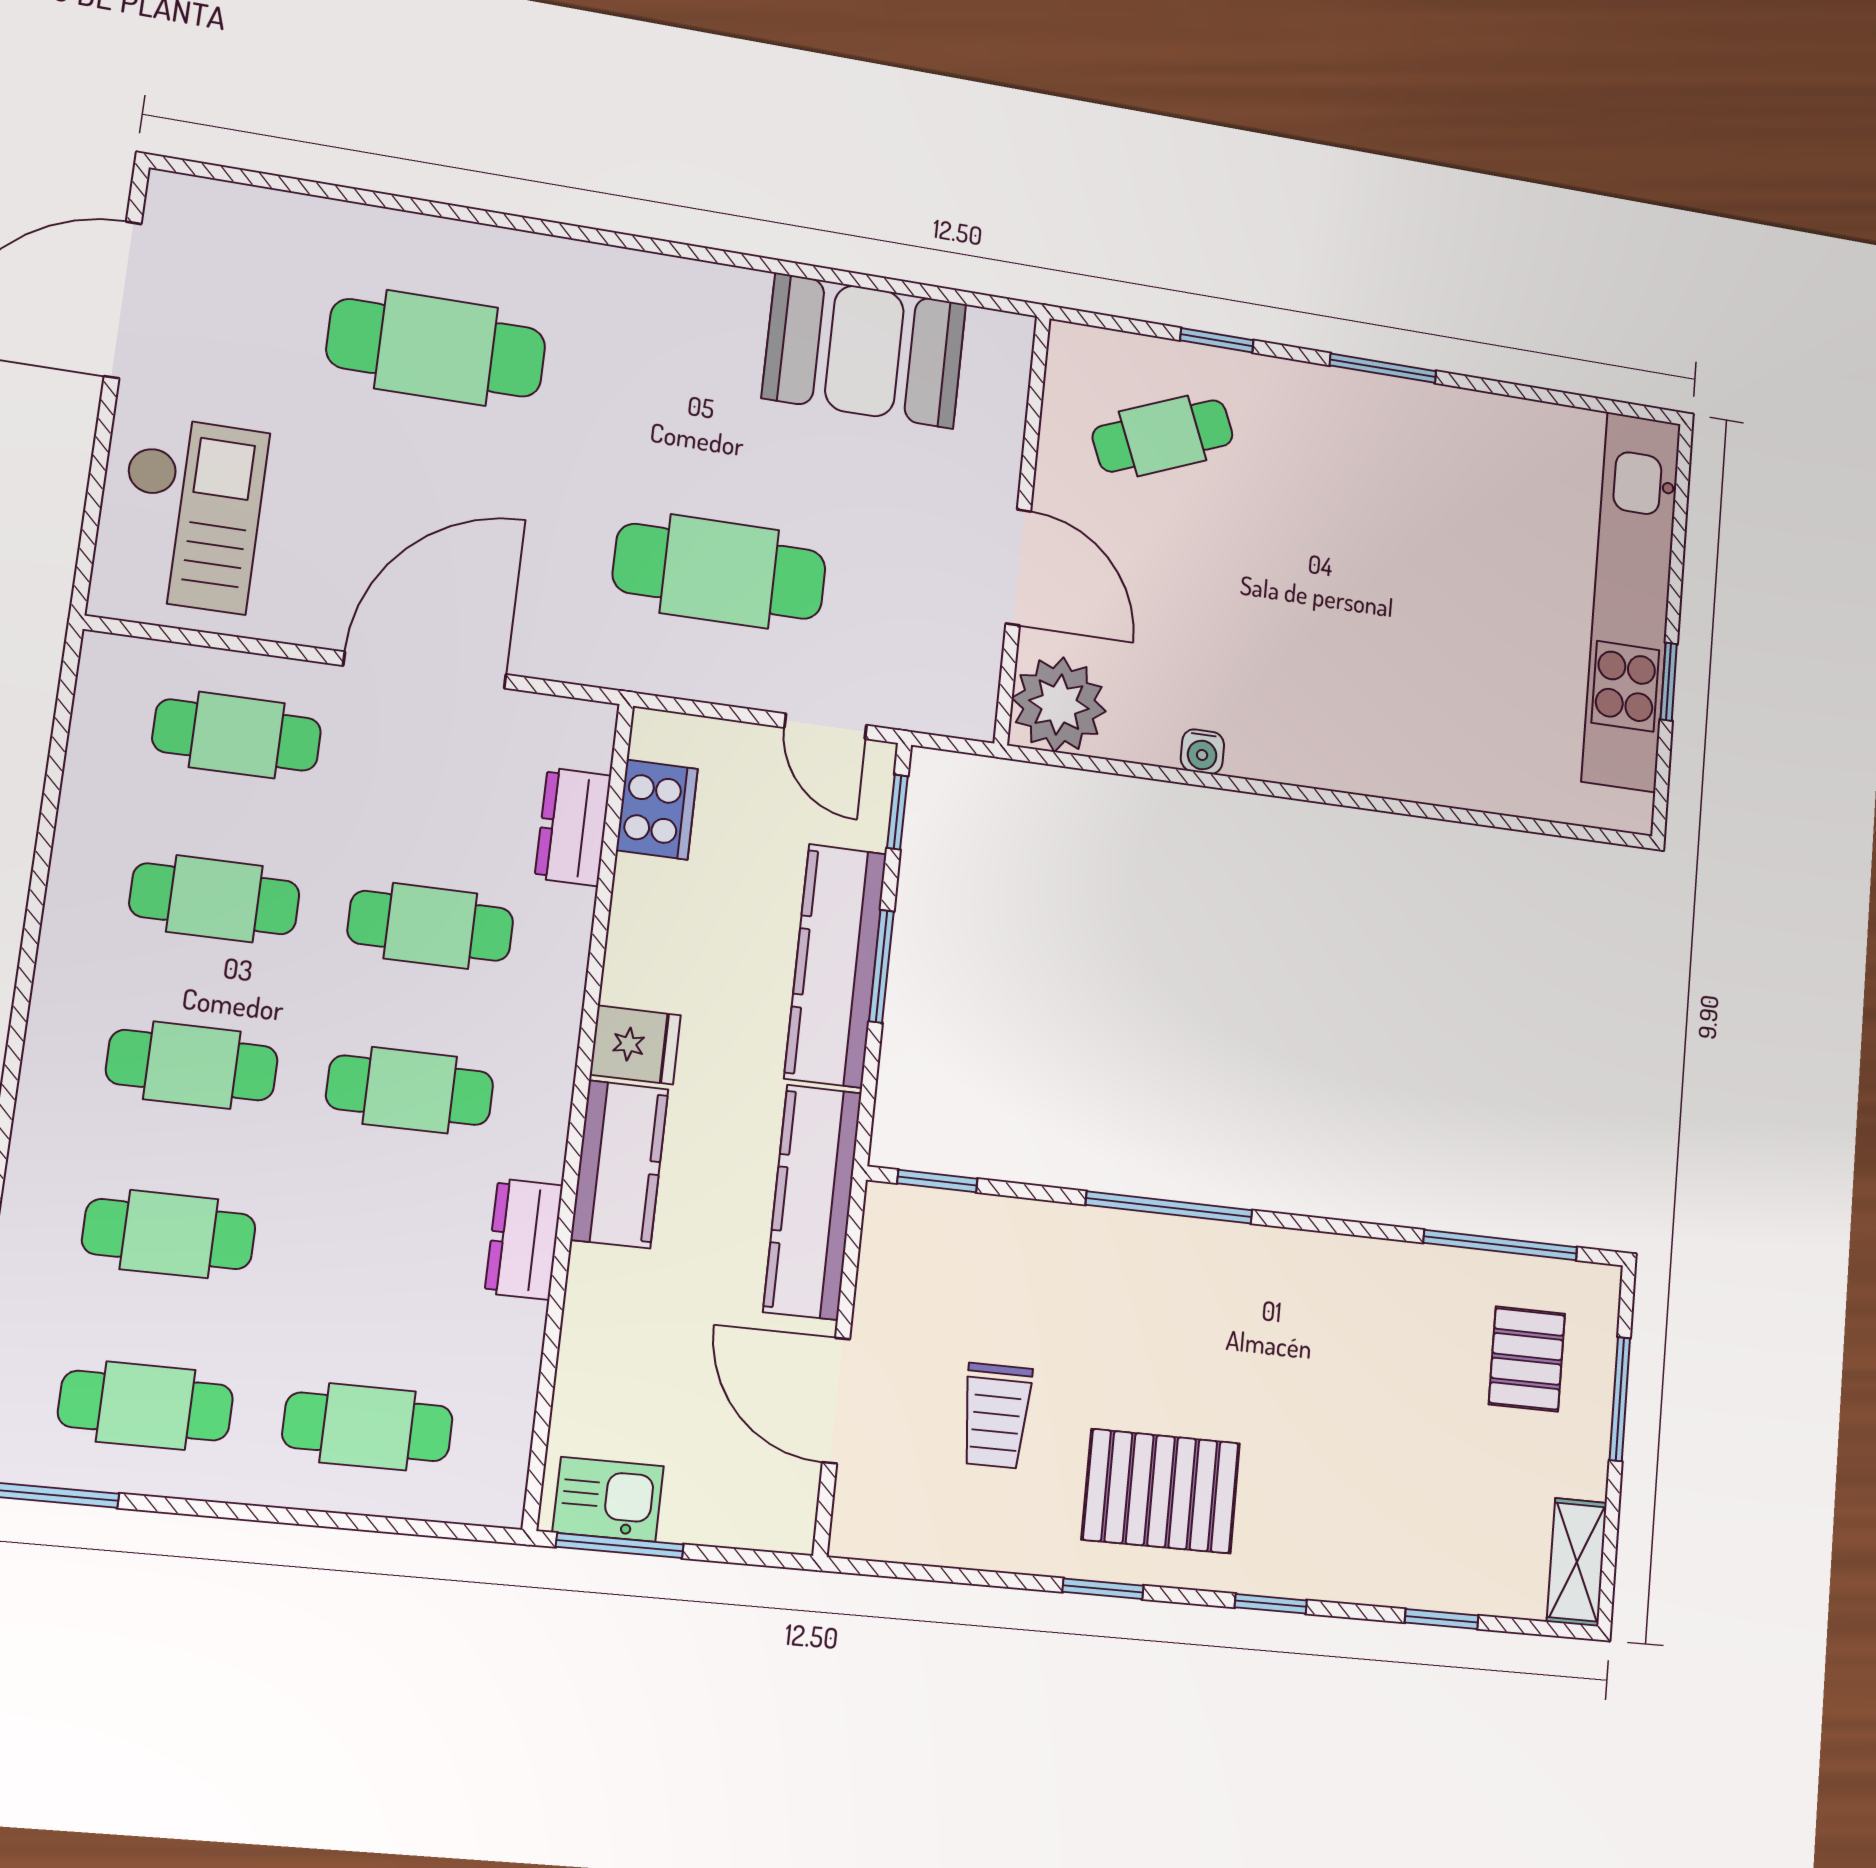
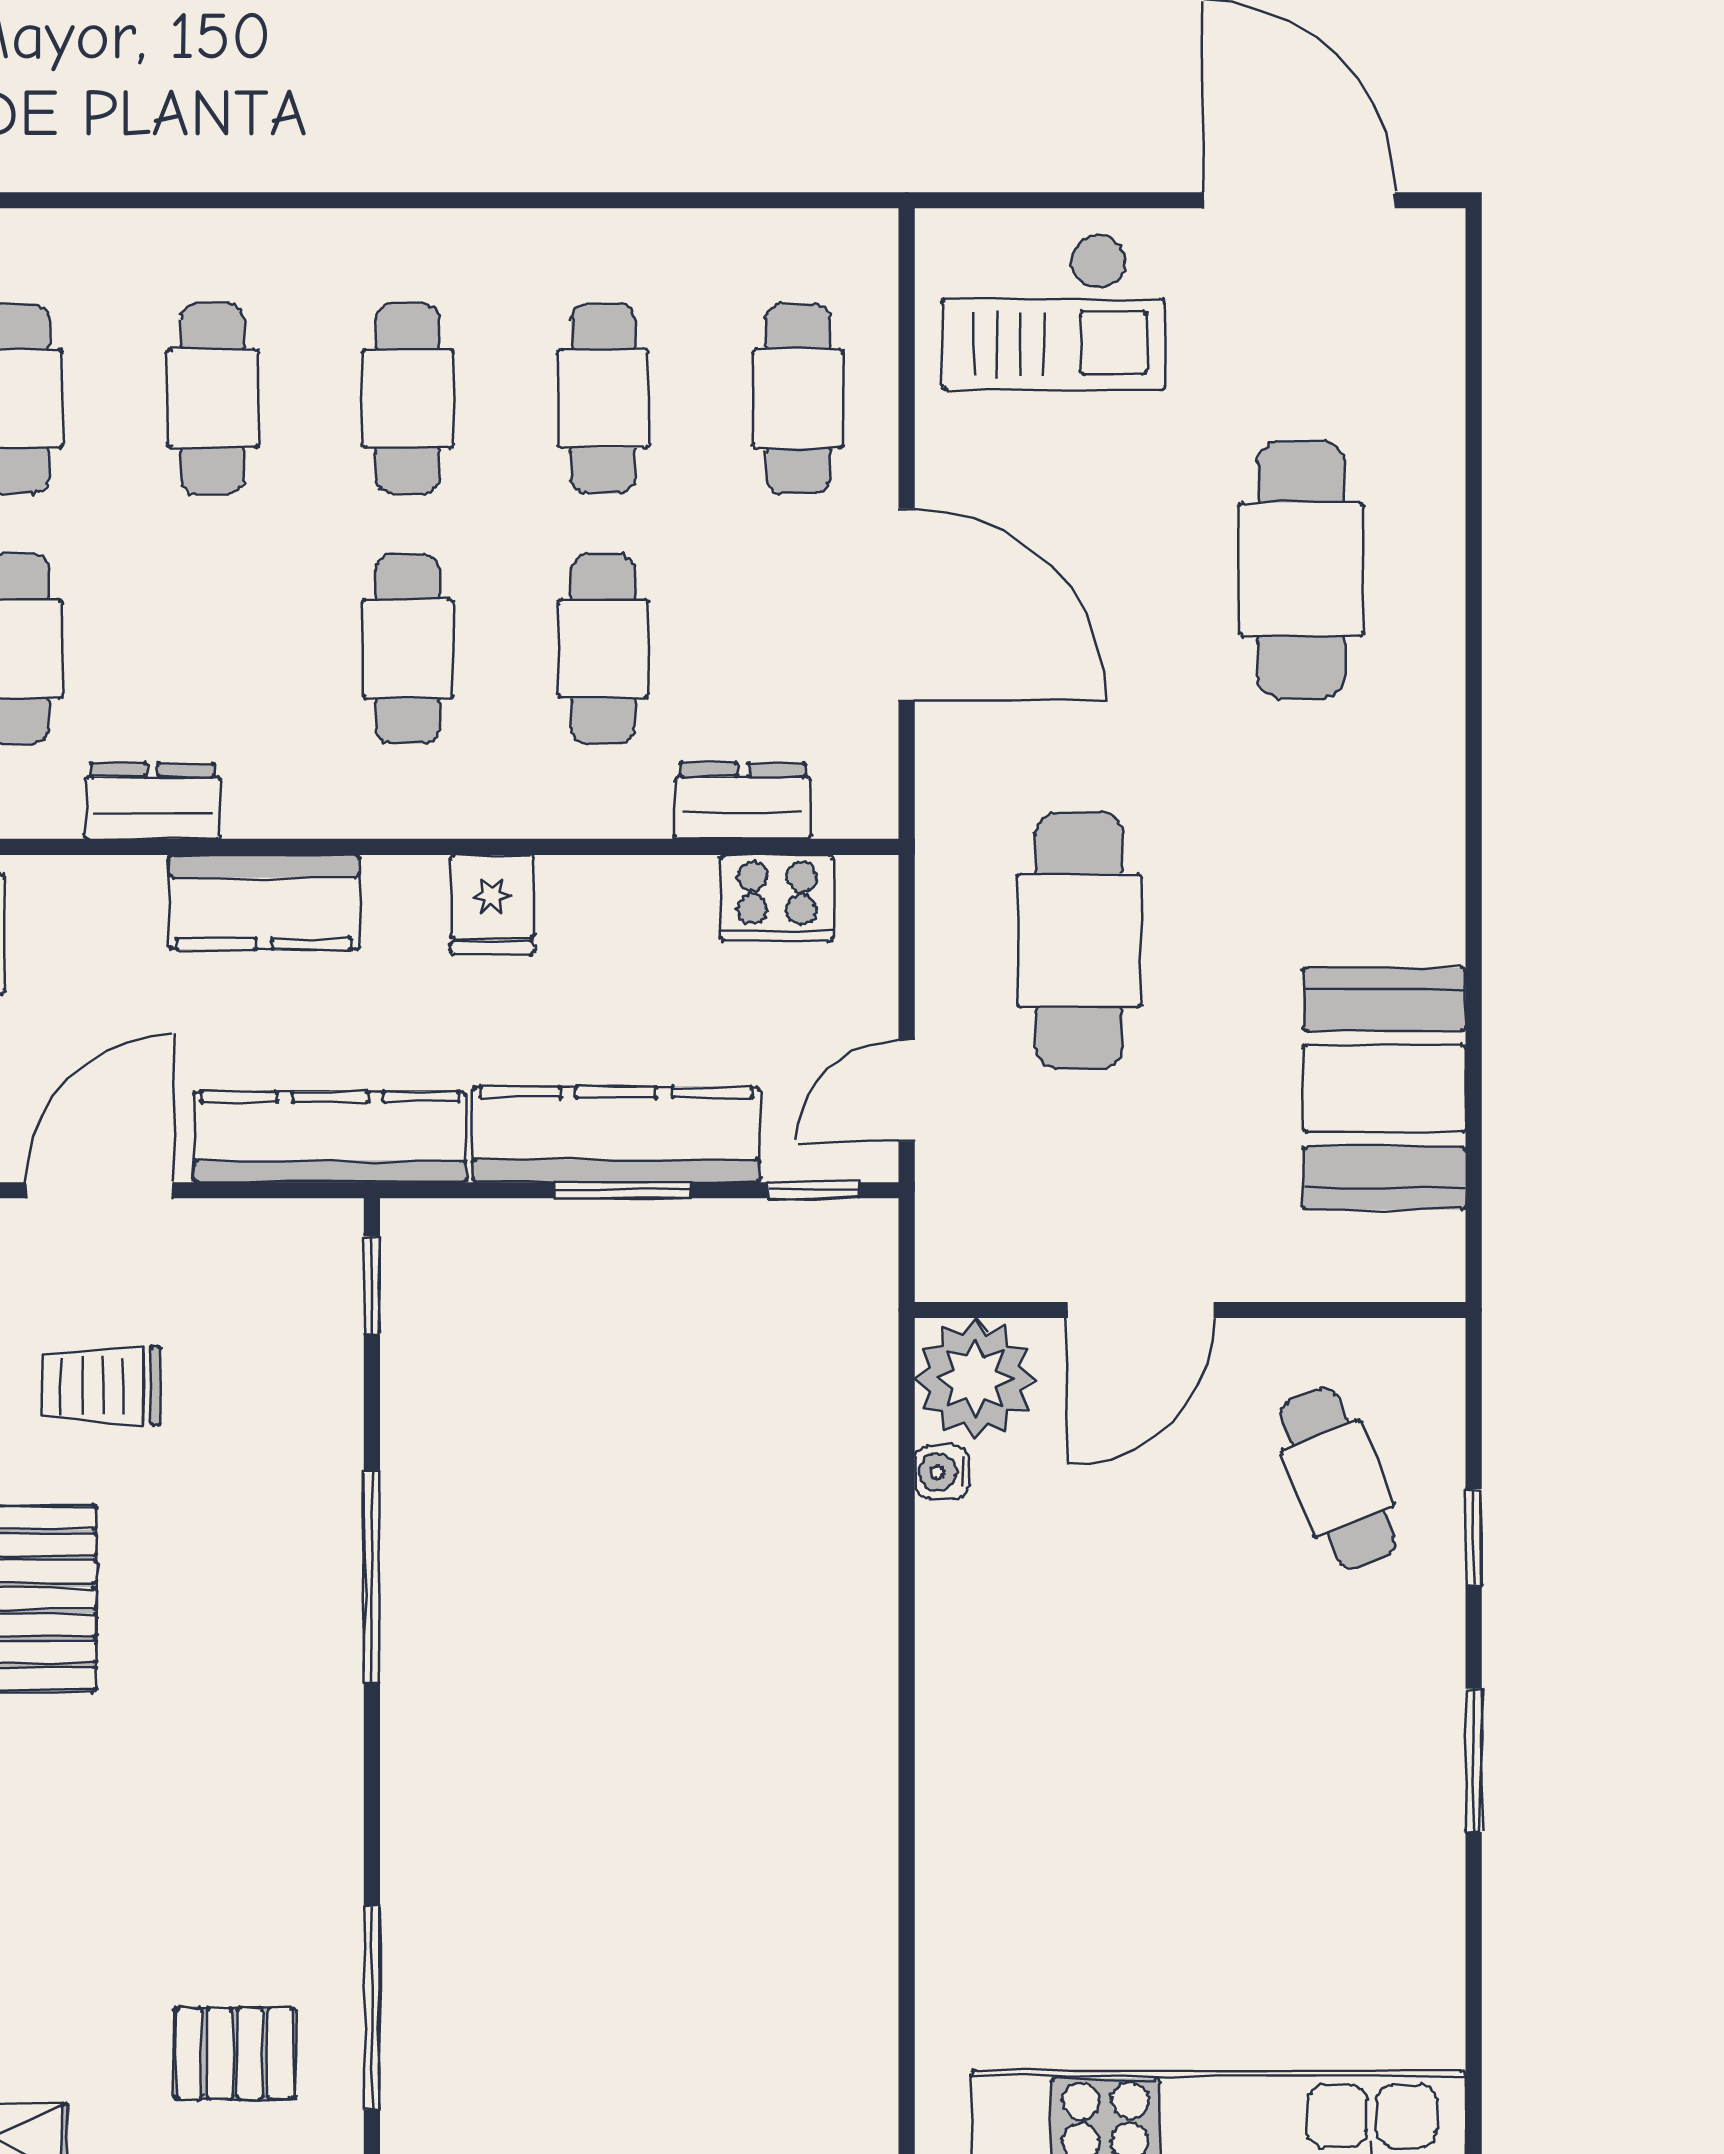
water cooler: (1202, 752) -> (942, 1472), moved
kitchen counter: (619, 1164) -> (264, 902), moved
dresser: (524, 1239) -> (152, 801), moved

